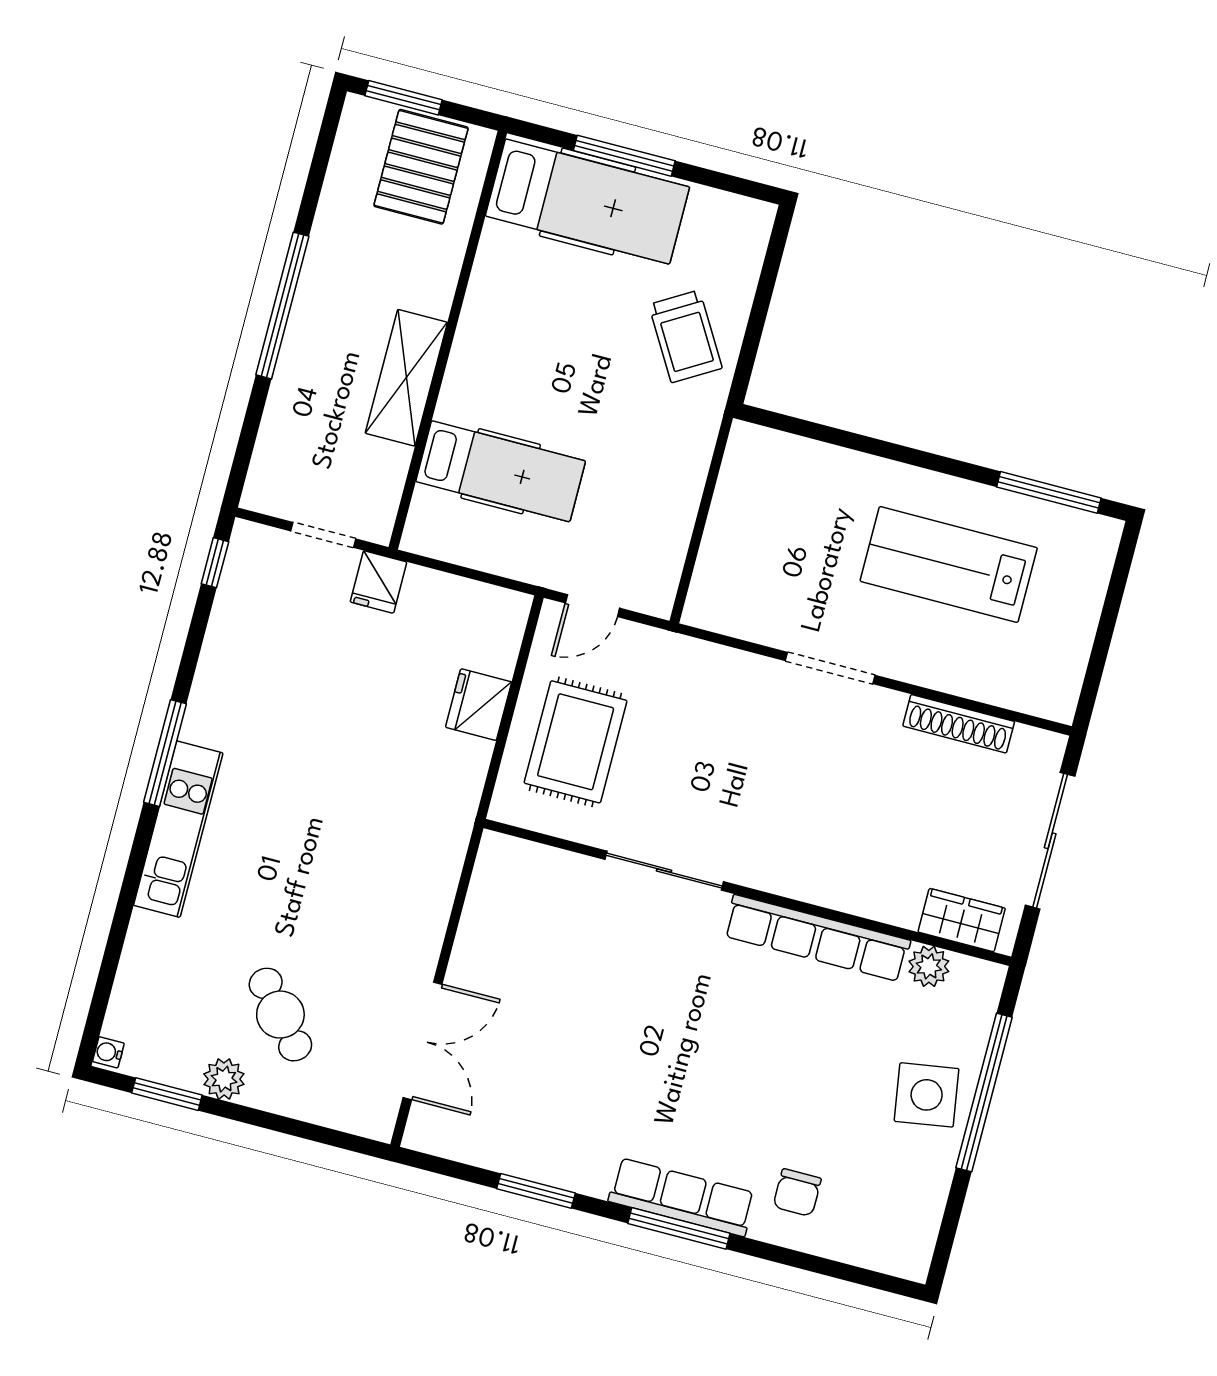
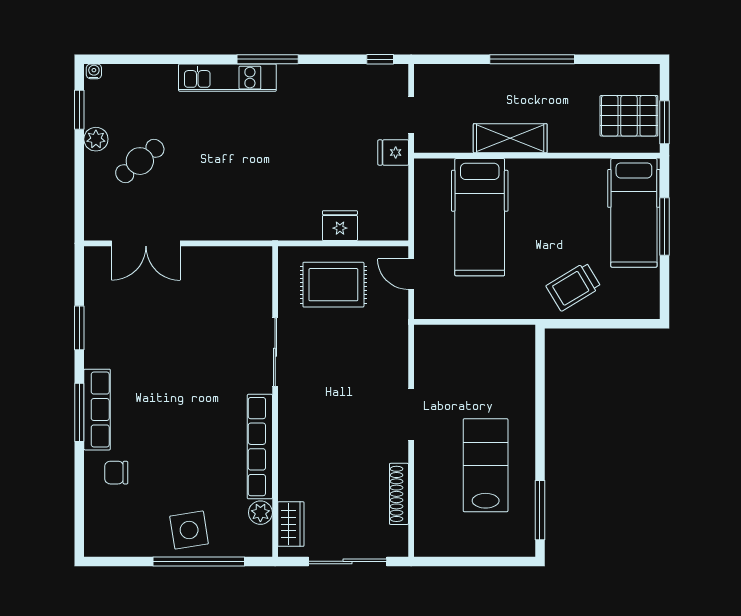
window: (404, 98) -> (665, 122), moved
hospital bed: (501, 471) -> (480, 217), width x1.37, depth x1.29

